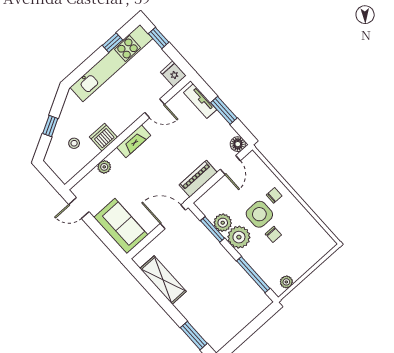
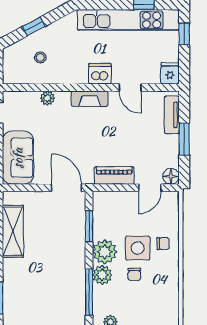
dishwasher: (103, 137) -> (100, 74), moved
plant: (223, 223) -> (102, 275), moved

